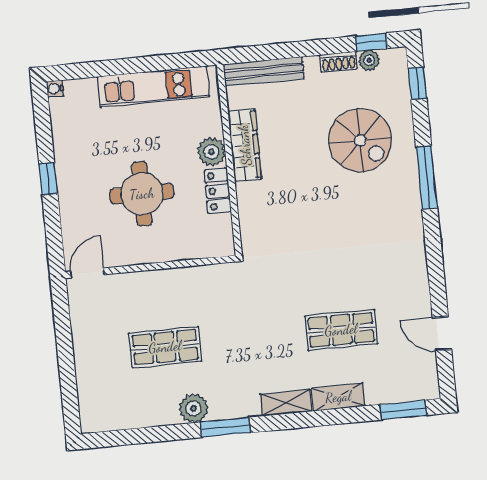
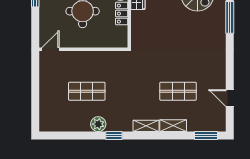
window: (226, 427) -> (114, 136), width x0.67

